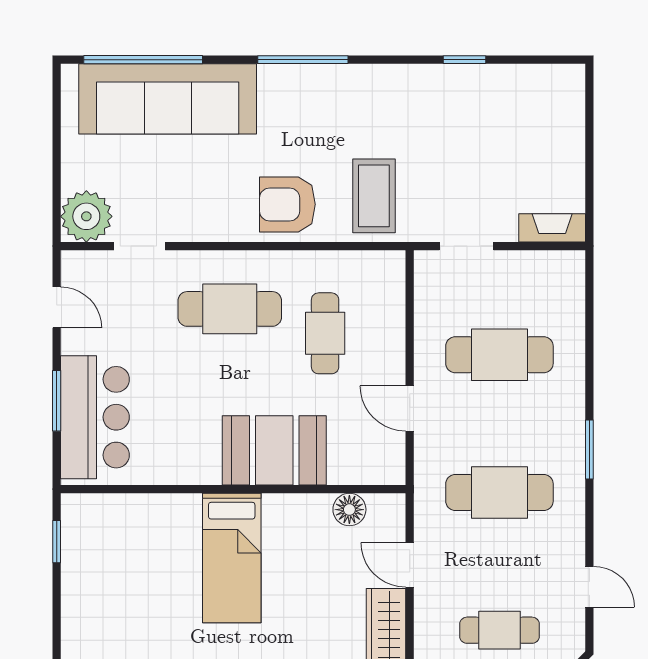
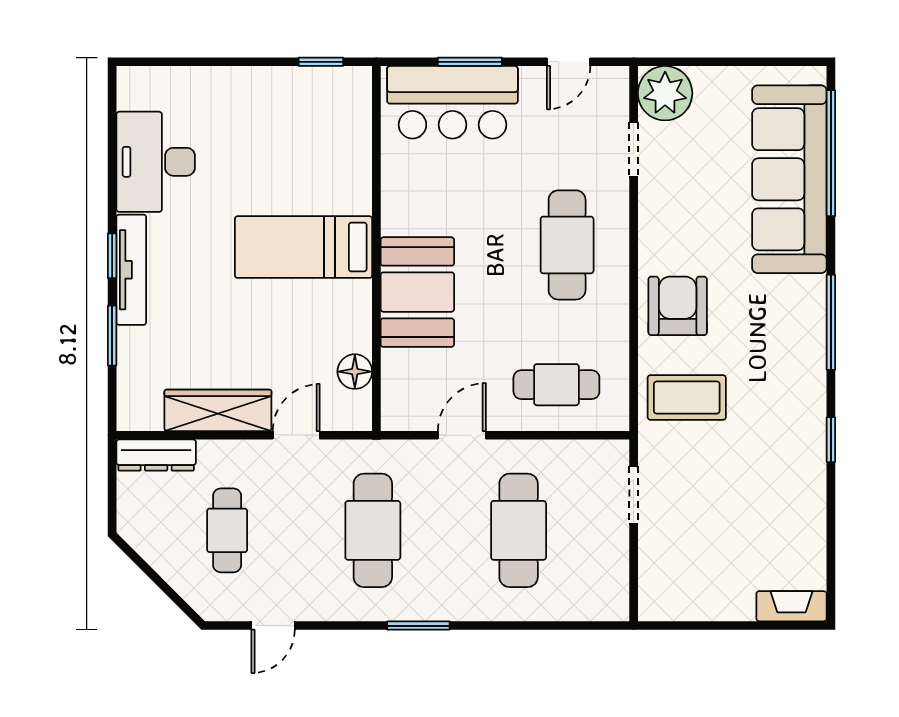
window: (465, 60) -> (831, 440), moved
fireplace: (552, 228) -> (791, 606), moved, turned -90
cafe table: (325, 333) -> (556, 385), moved

